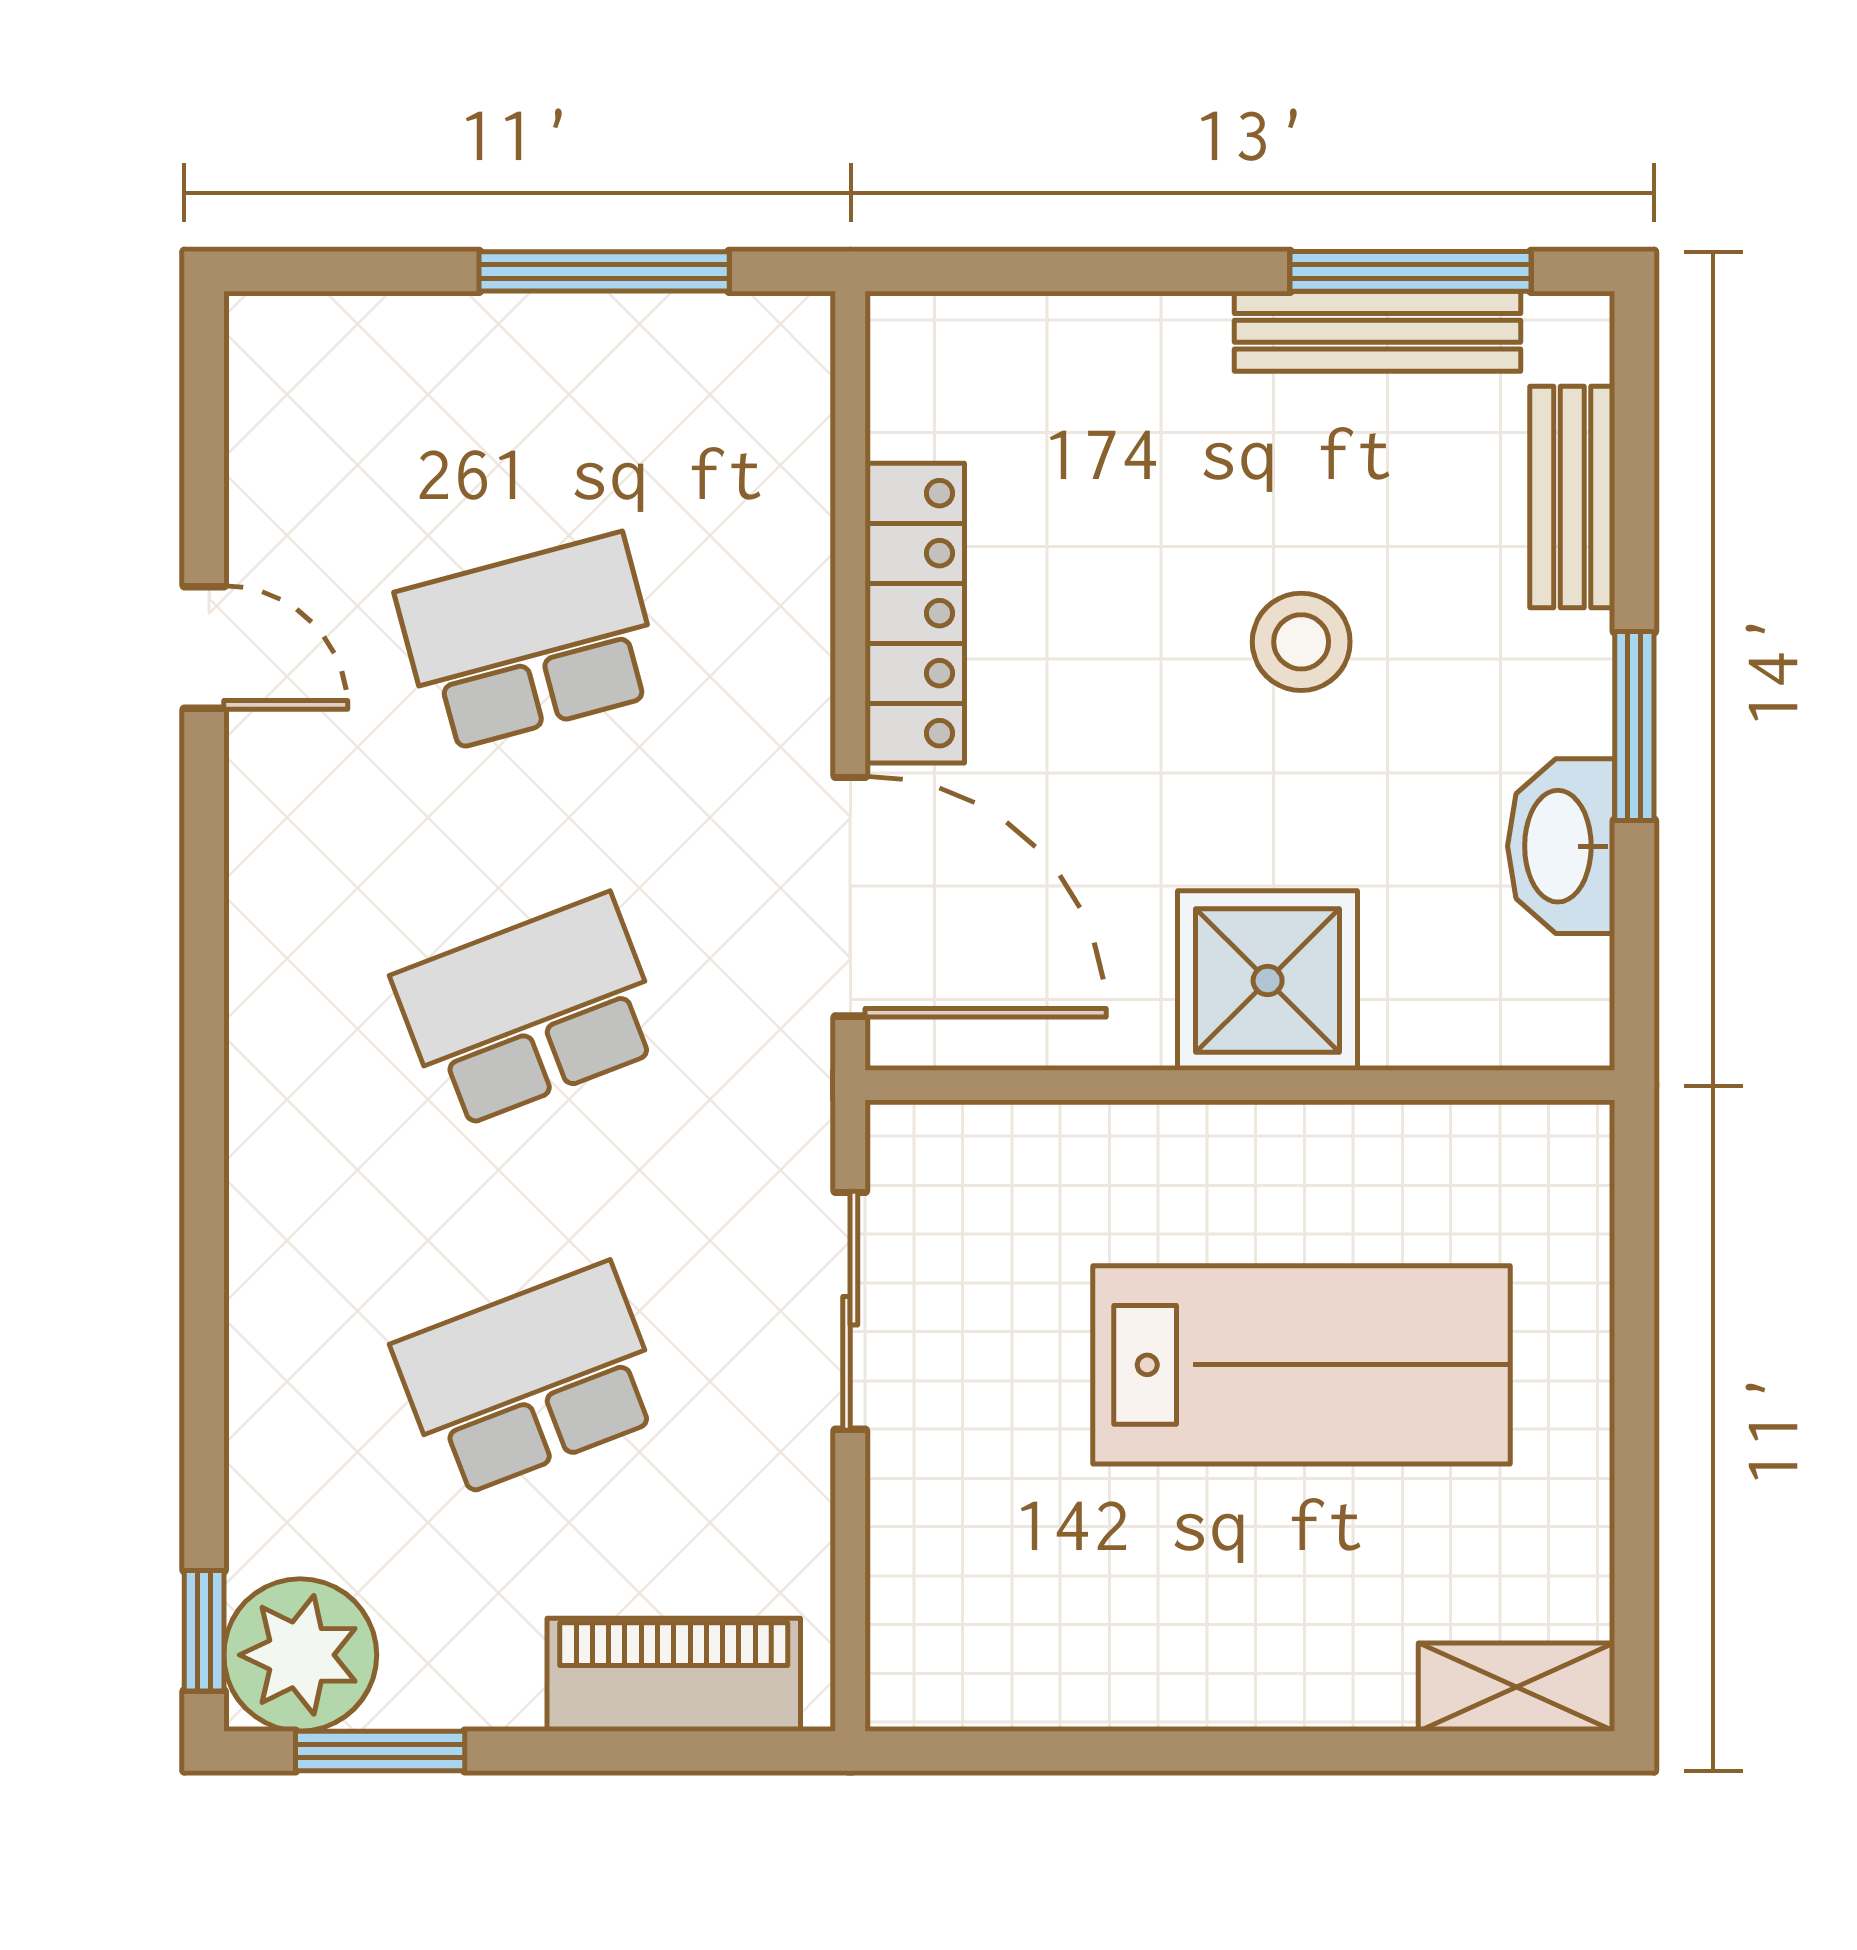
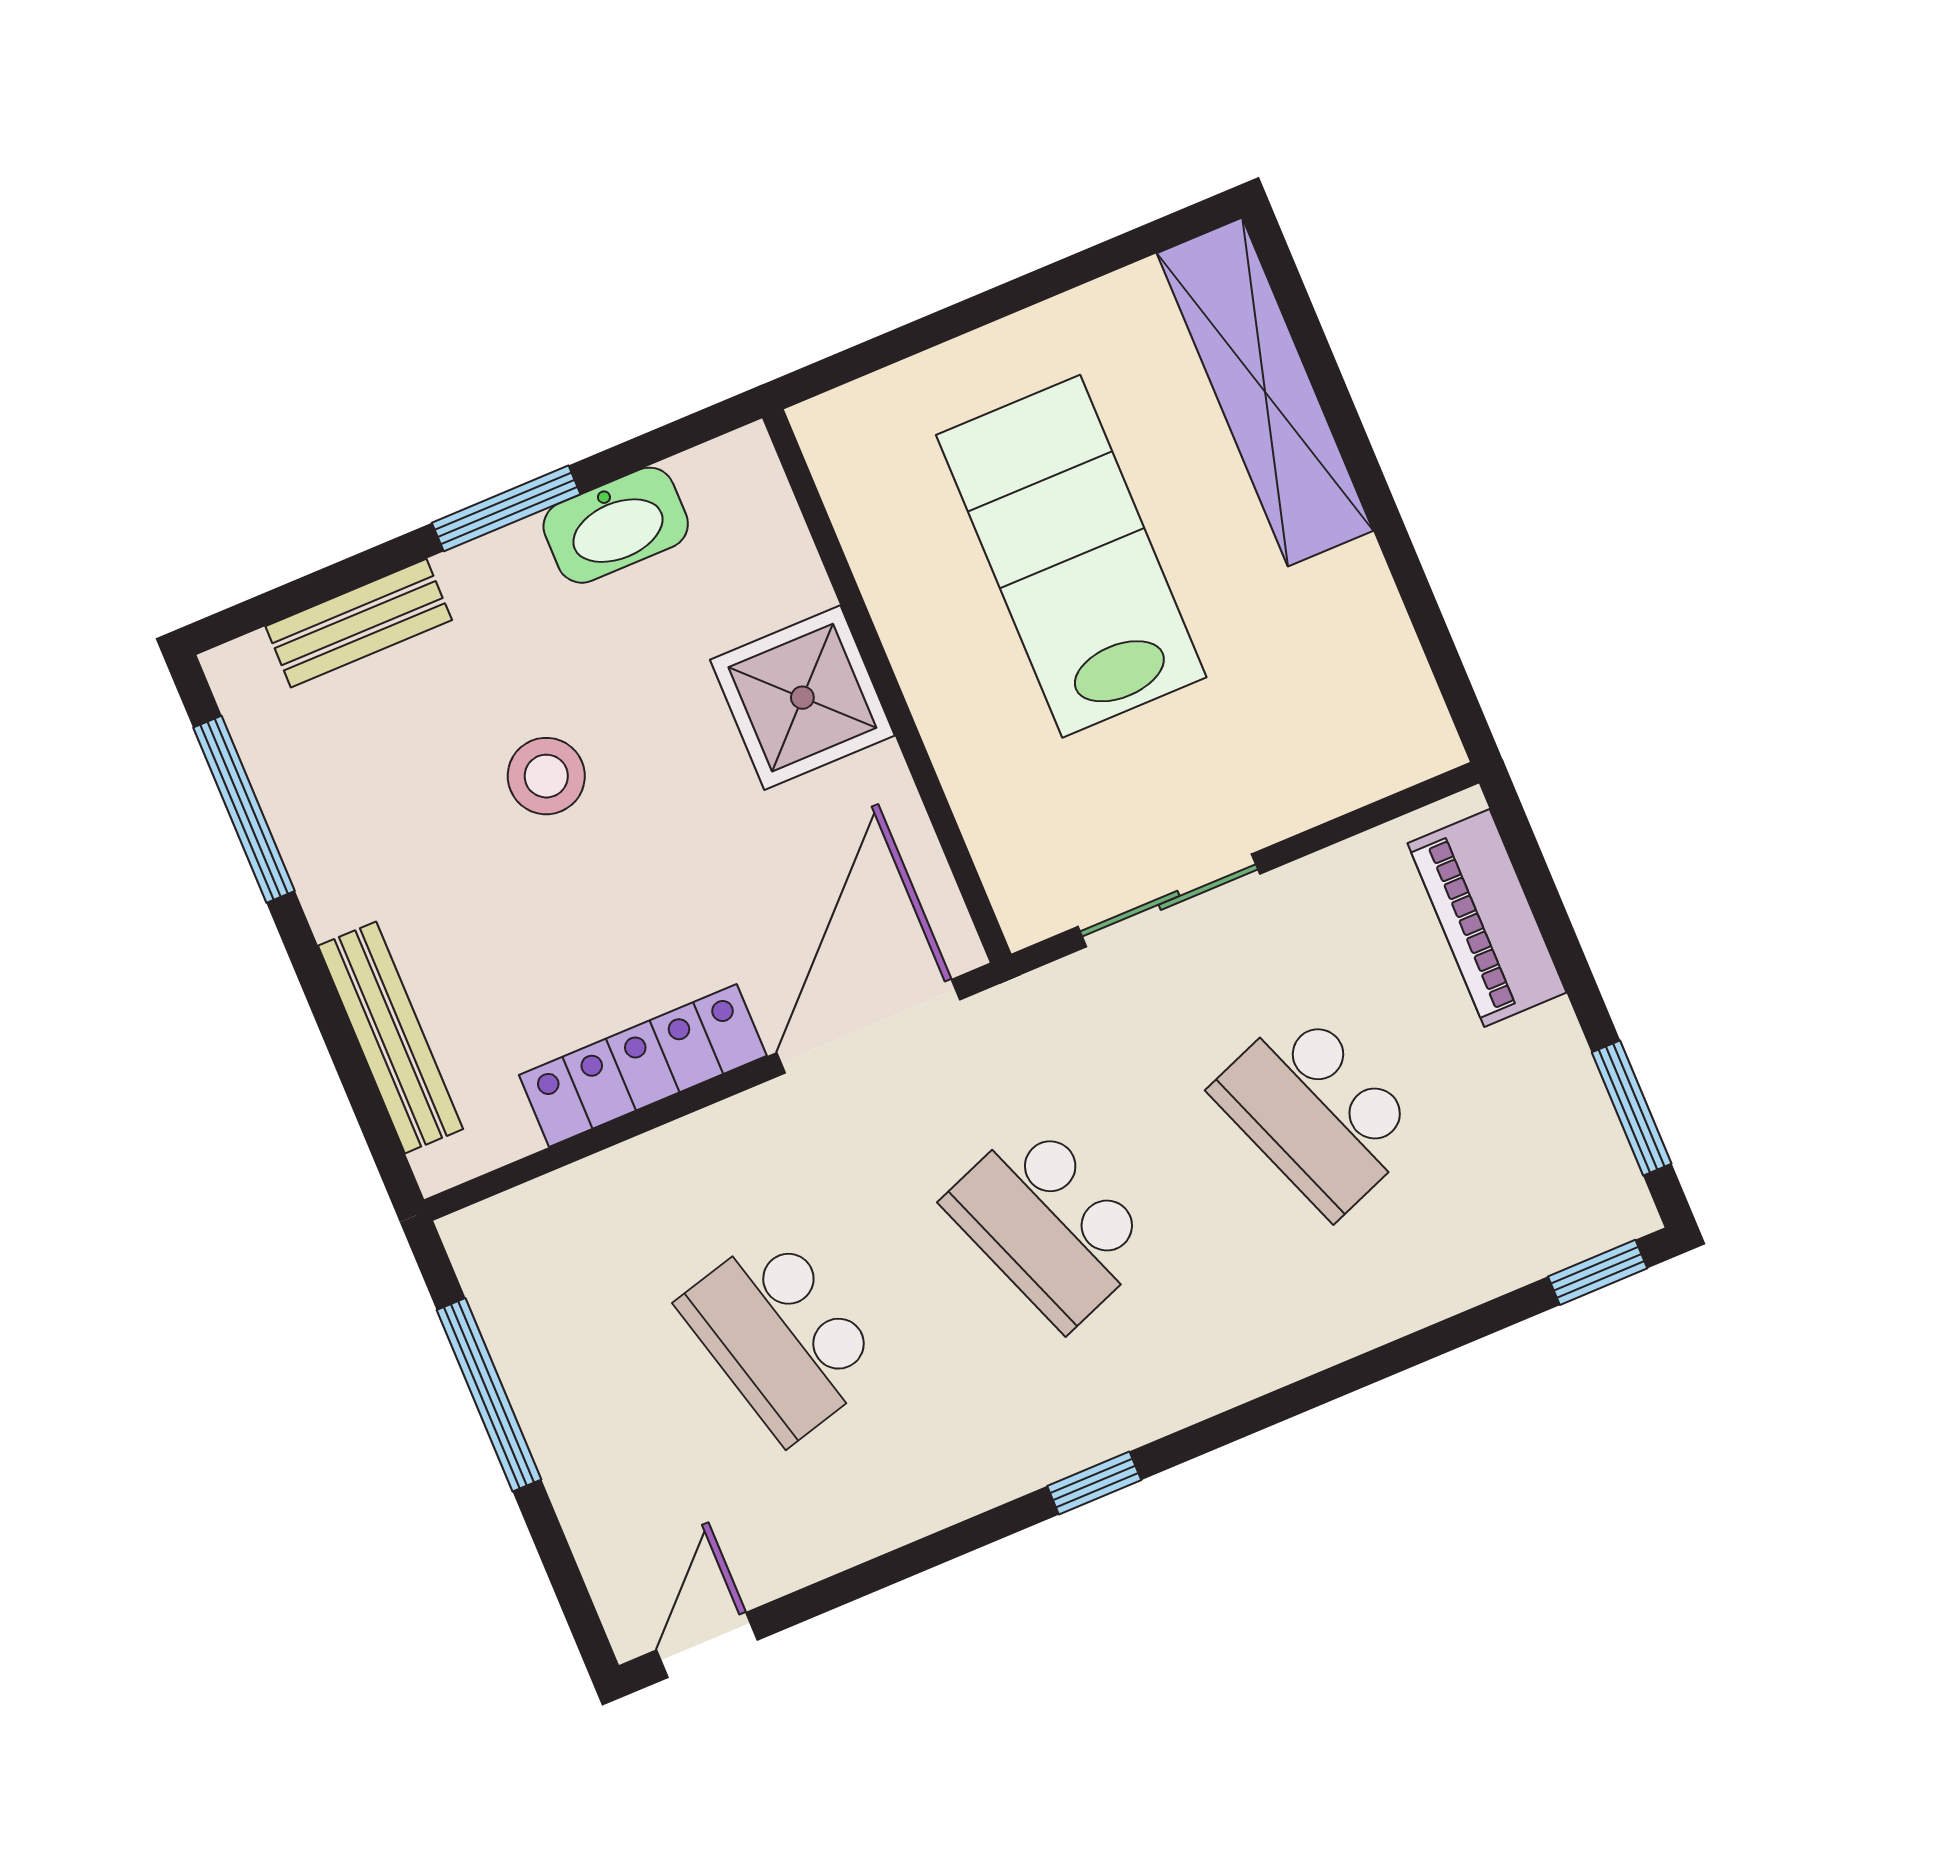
bench: (1377, 331) -> (391, 1037), moved
door: (204, 647) -> (707, 1645), moved
window: (204, 937) -> (1094, 1483), added
plant: (300, 1655) -> (1586, 1195), removed
shelving: (1517, 1687) -> (1265, 392), width x2.20, depth x1.33

